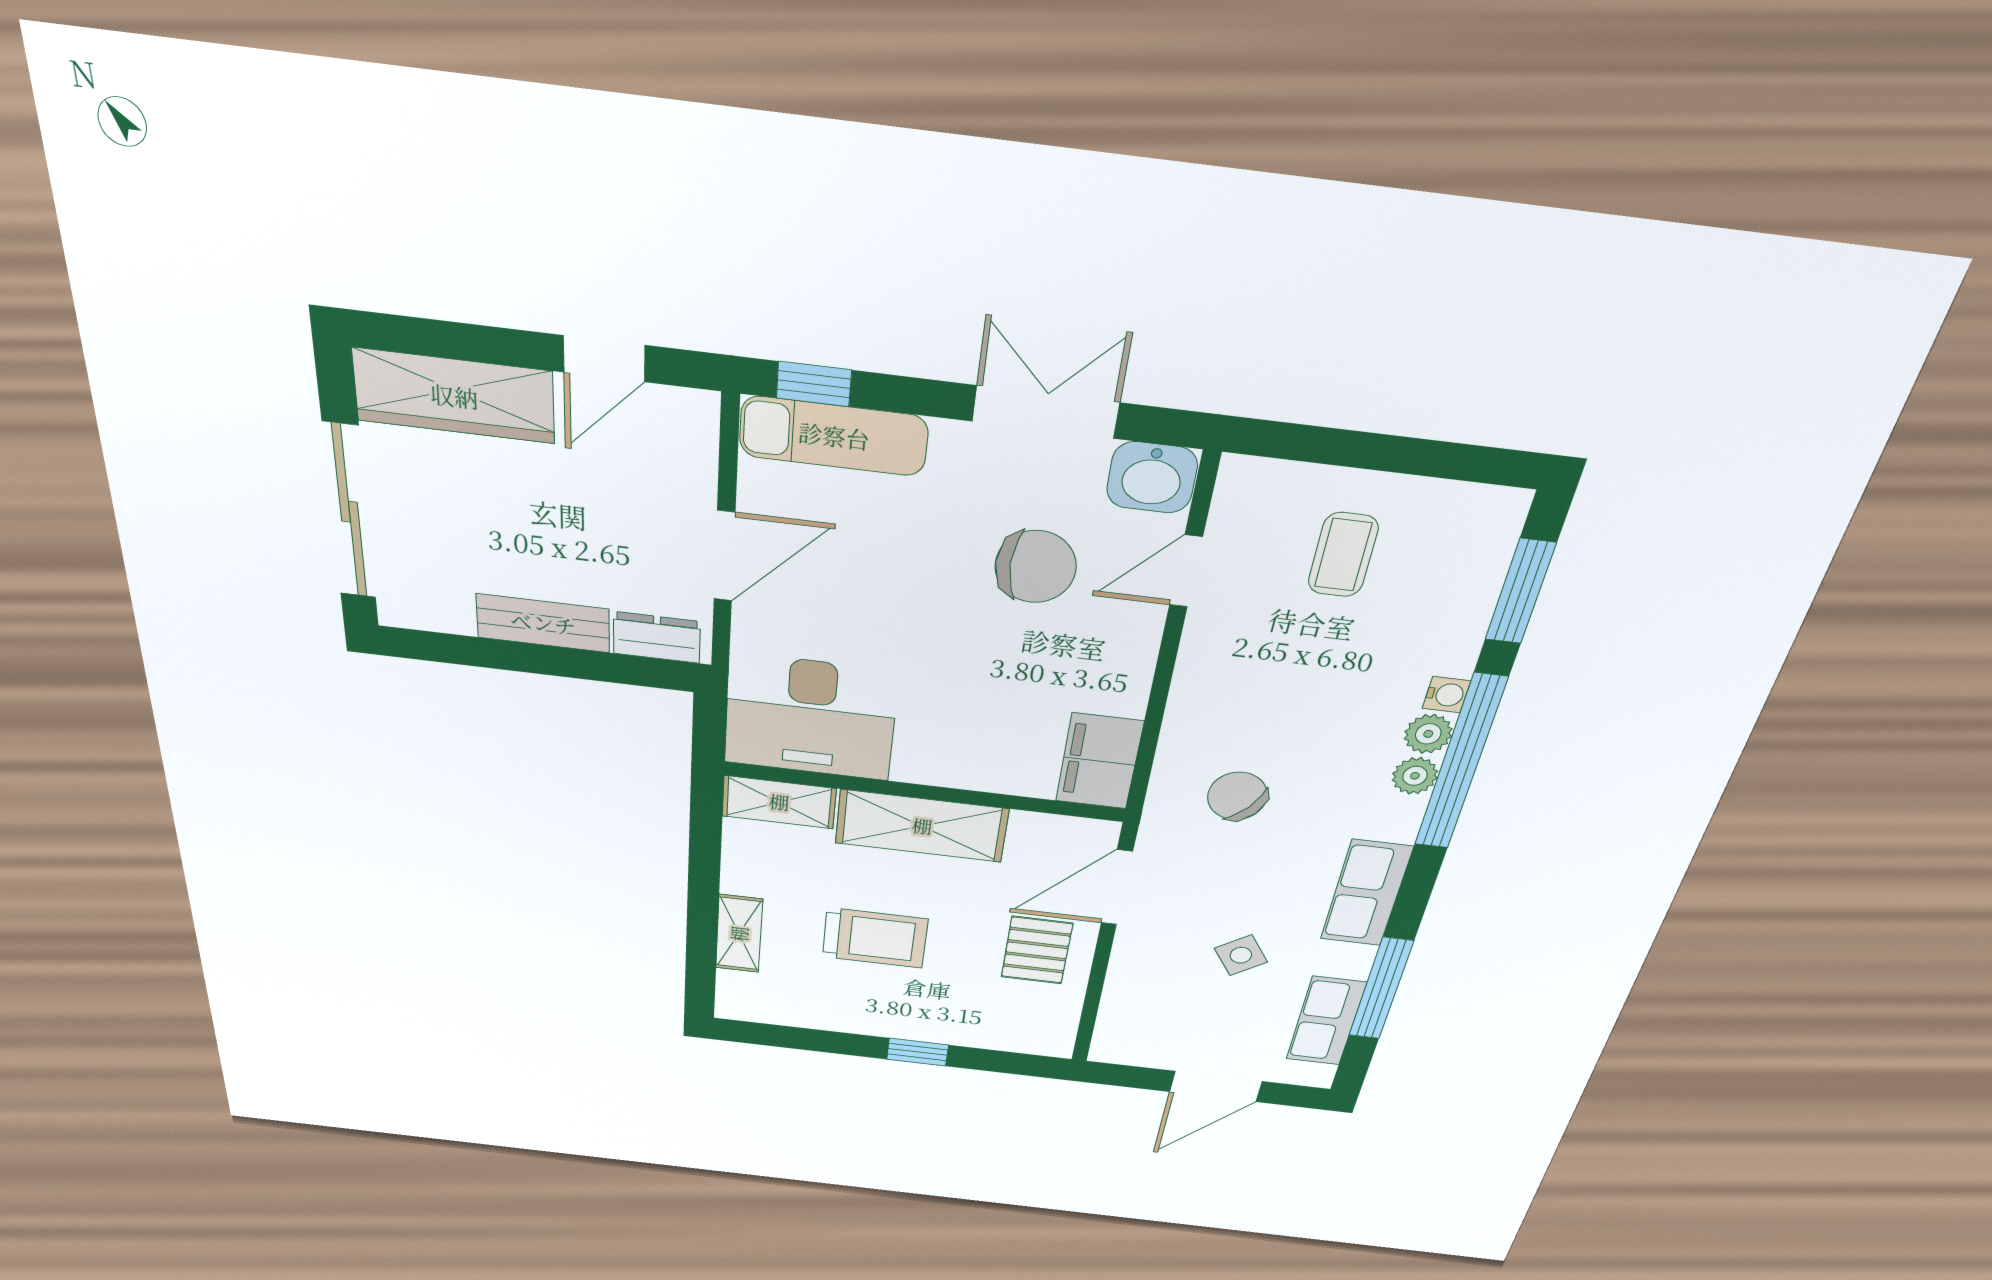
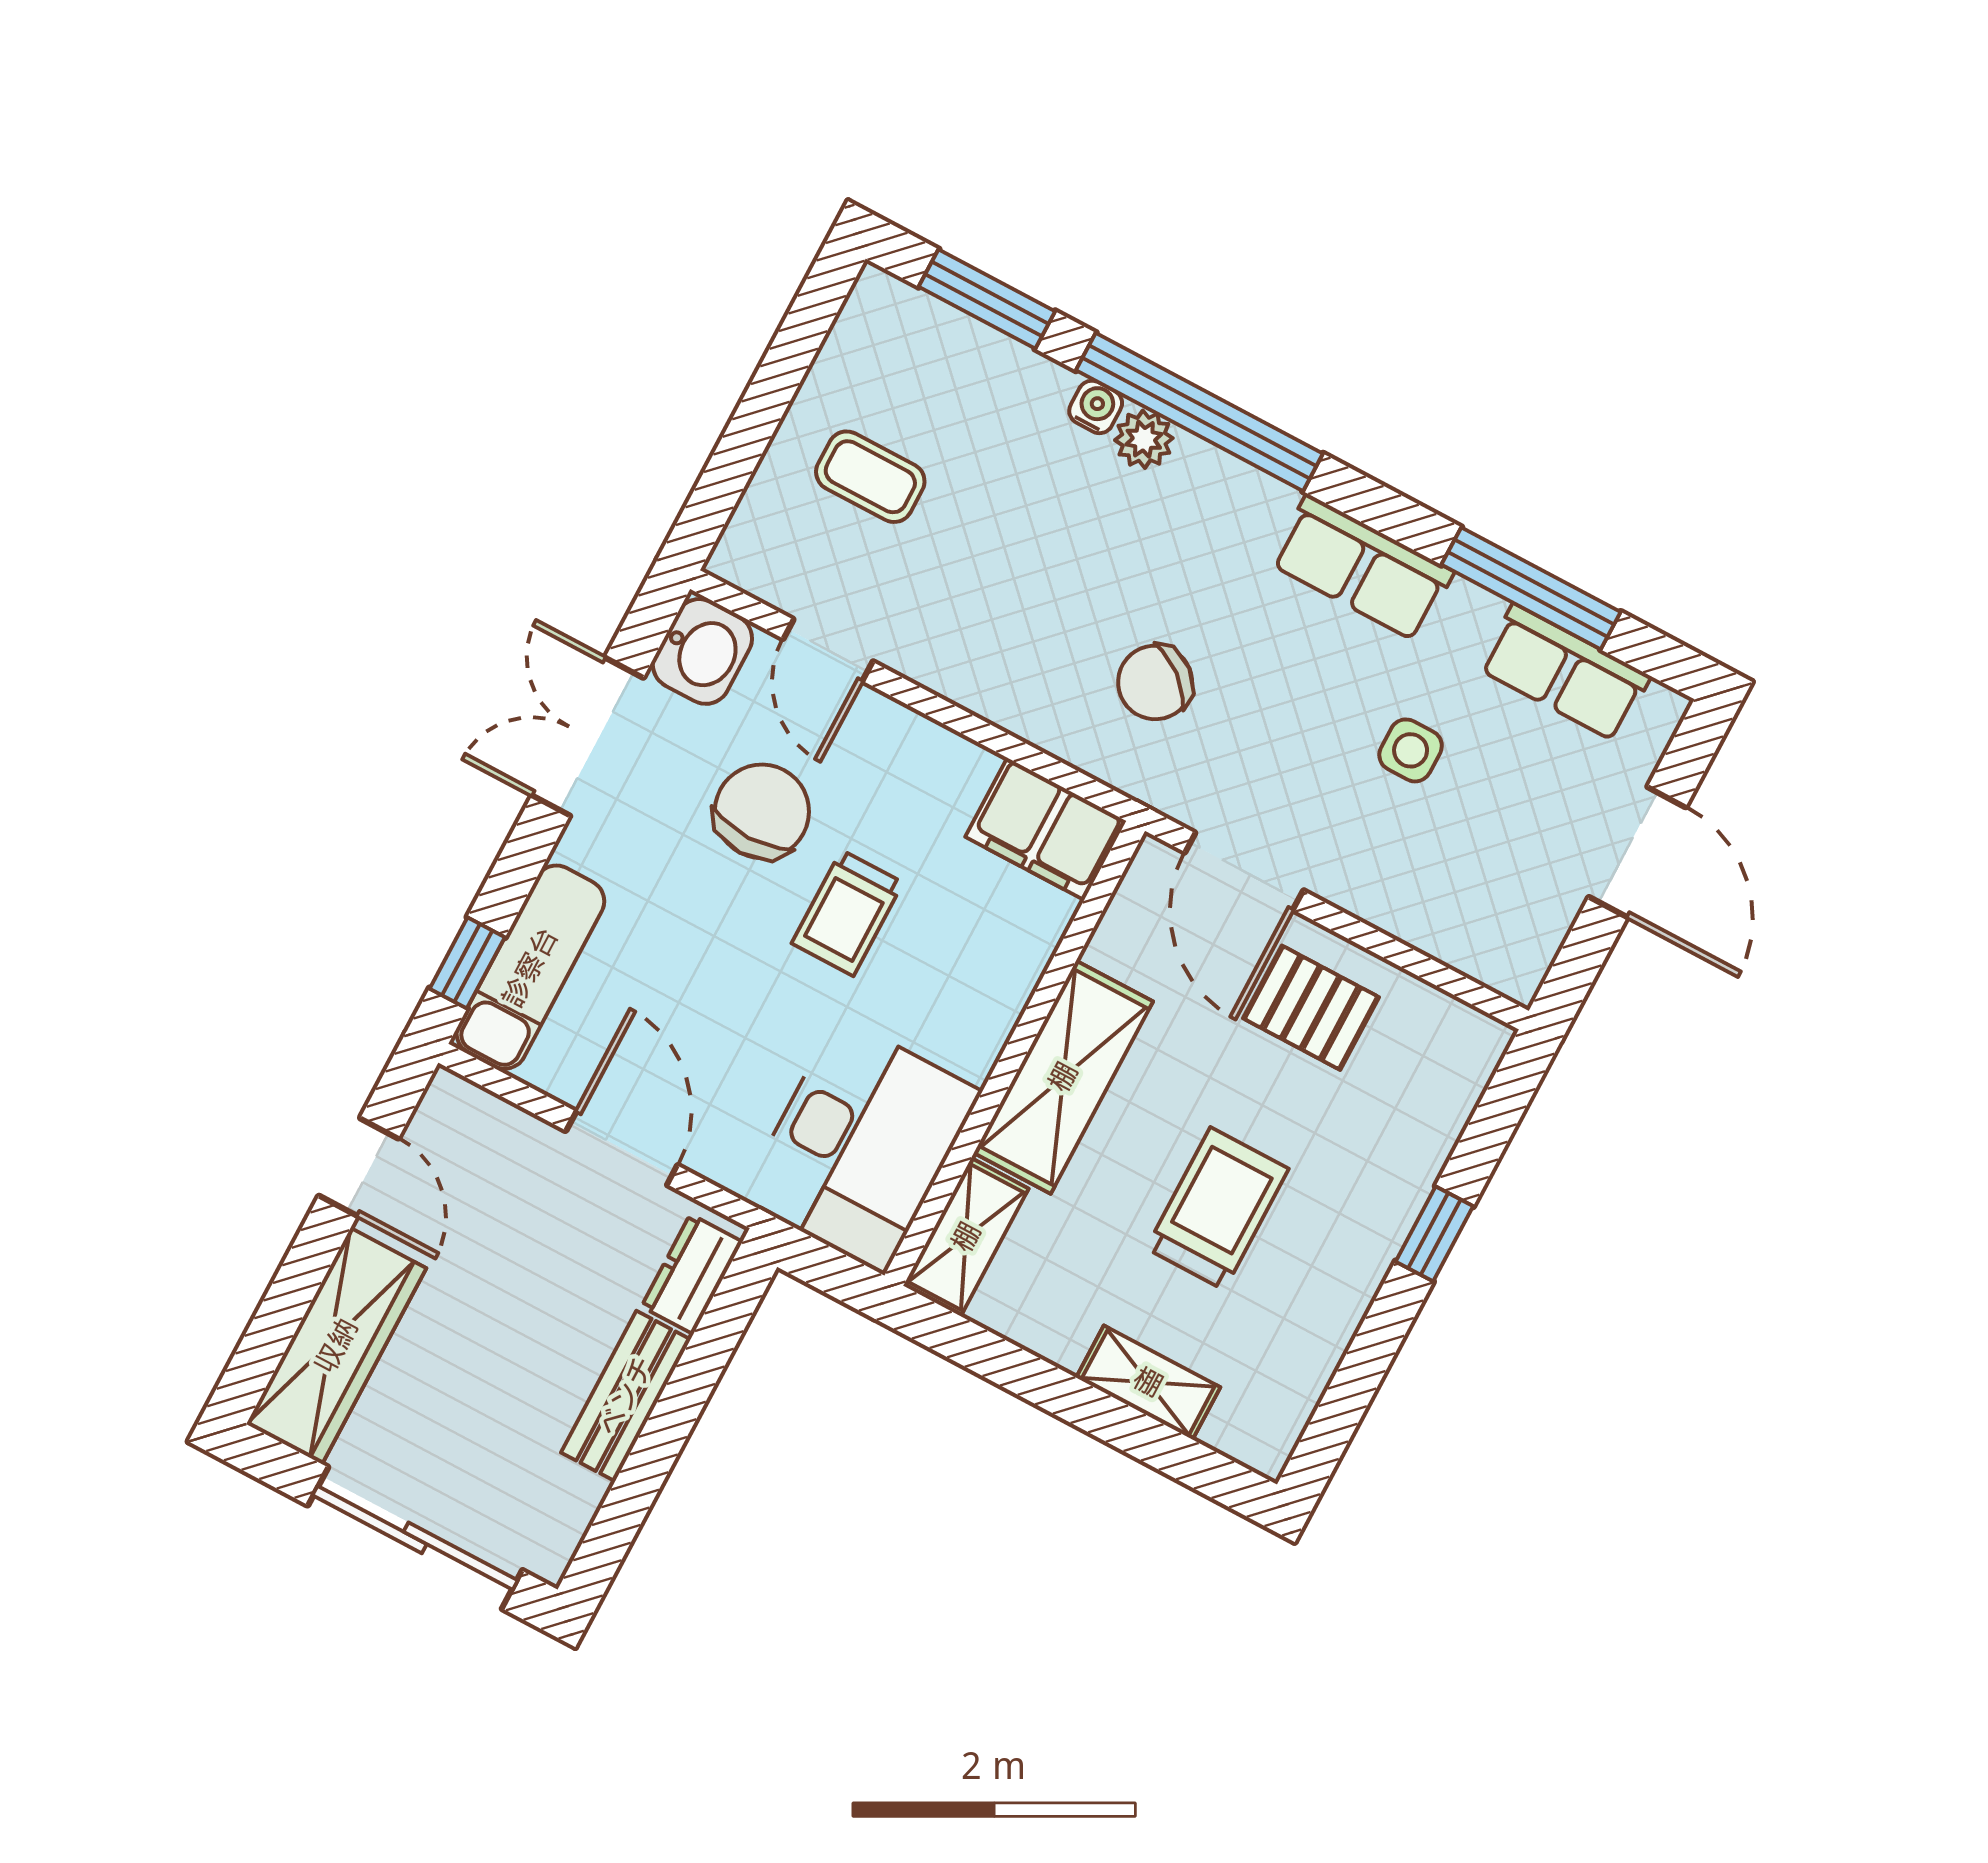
trolley: (980, 653) -> (847, 913), added
plant: (1415, 776) -> (1200, 468), removed
side table: (1241, 955) -> (1411, 750), turned 35

